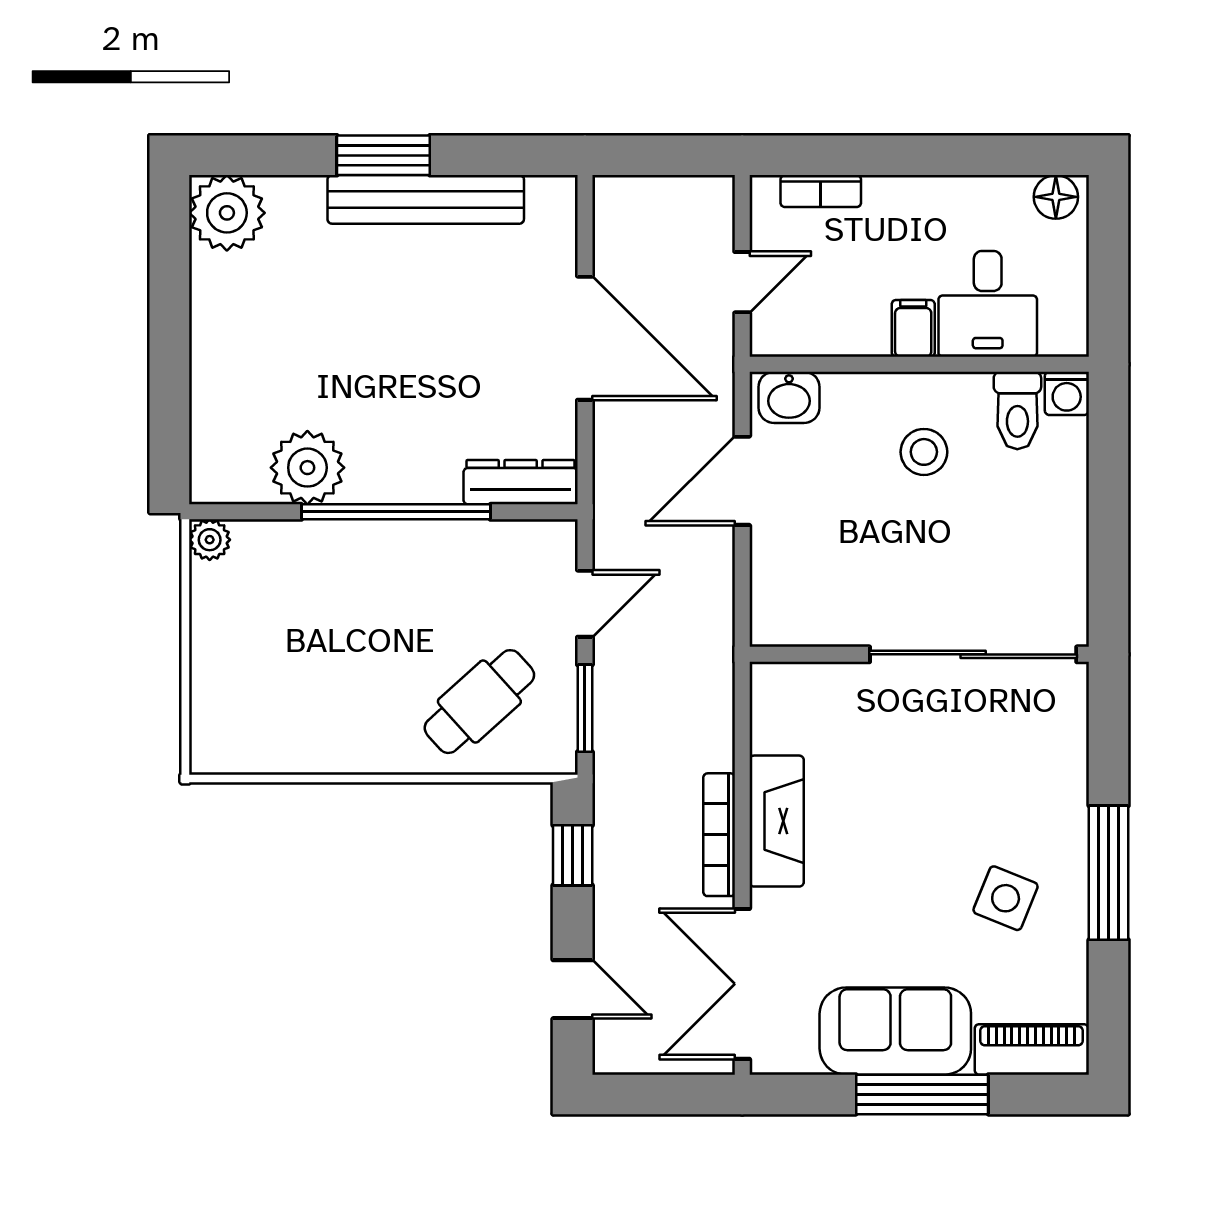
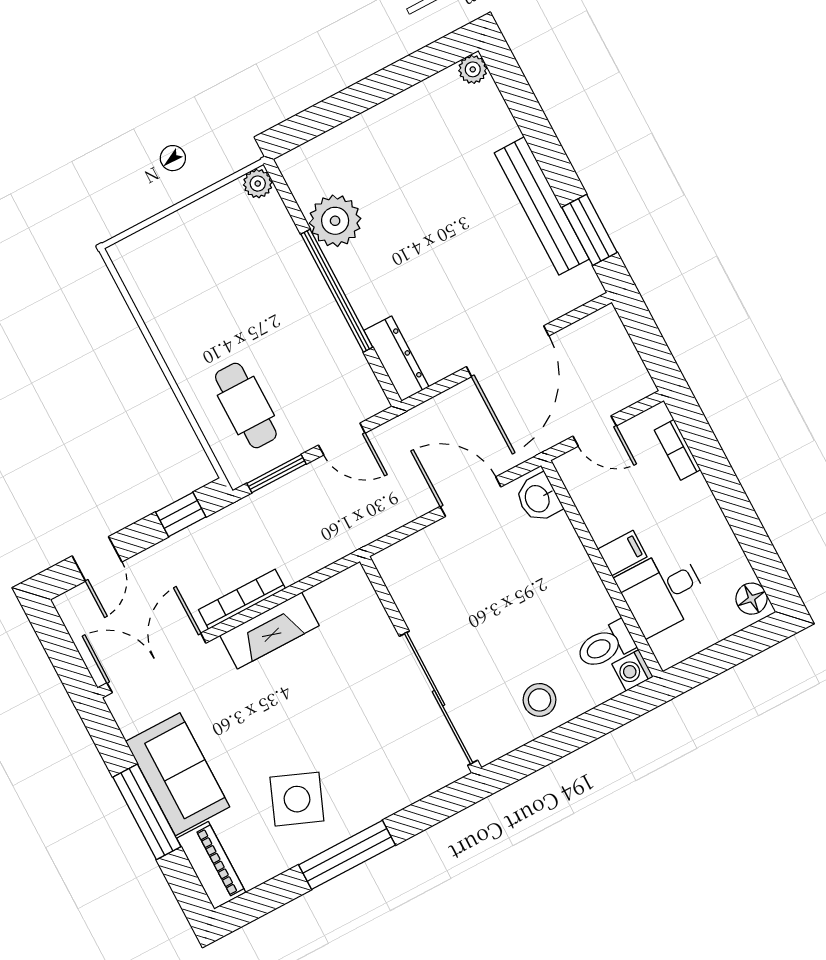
window: (383, 155) -> (590, 230), moved
plant: (227, 213) -> (473, 69), width x0.53, depth x0.53
stool: (924, 452) -> (539, 700), moved
cafe table: (479, 702) -> (246, 405), turned 42
side table: (1006, 898) -> (297, 799), width x1.37, depth x1.37

